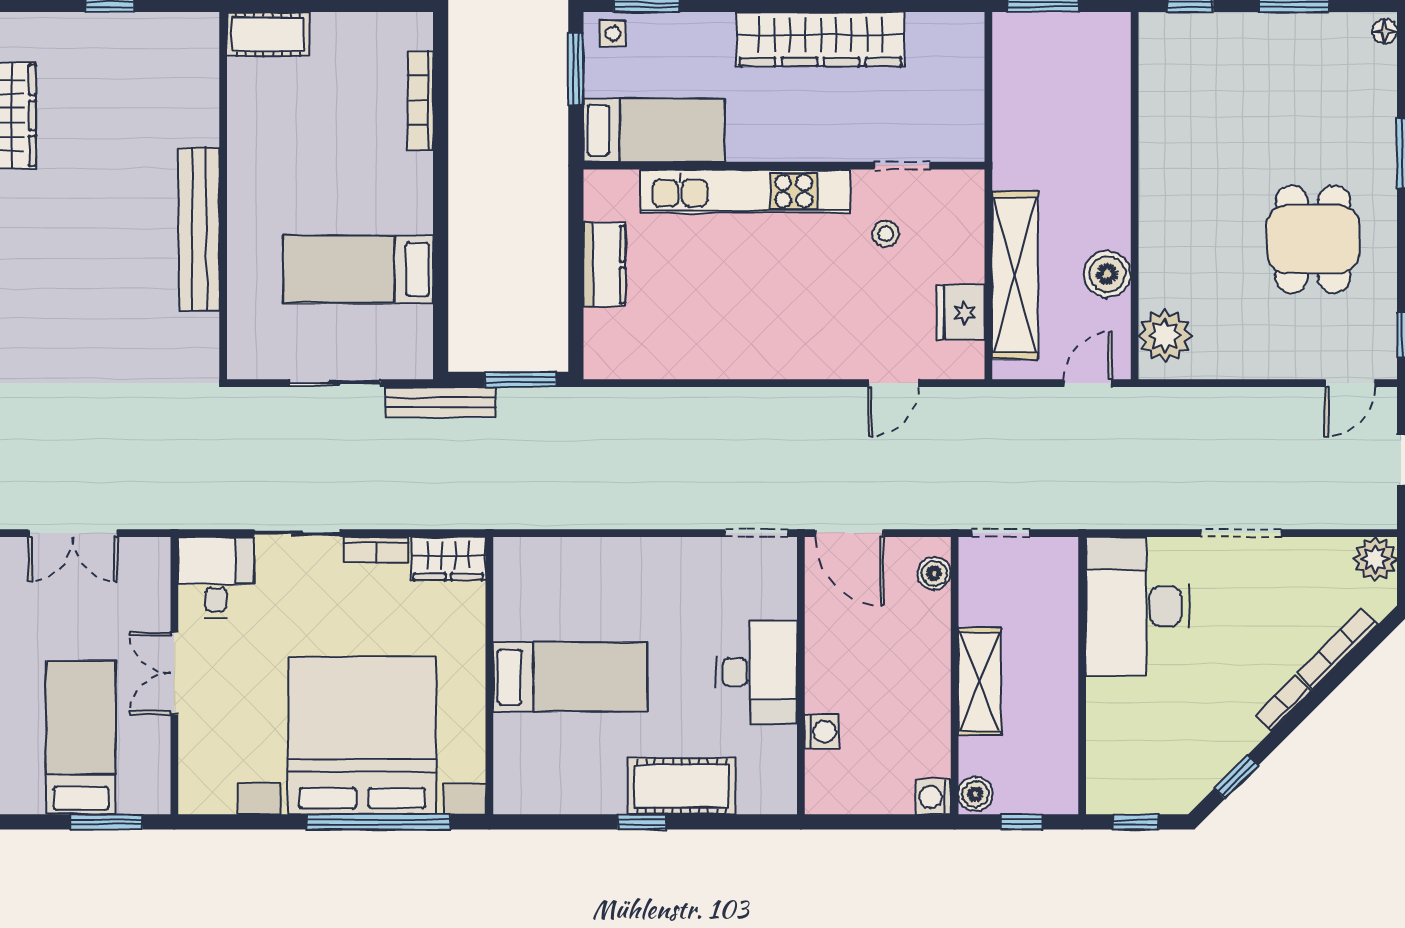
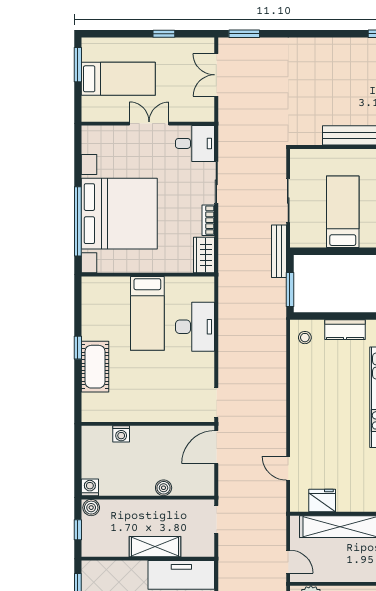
stool: (886, 234) -> (305, 338), moved
boiler: (1107, 274) -> (340, 571), removed
boiler: (934, 573) -> (164, 488), moved
desk: (757, 672) -> (195, 327), moved, turned -90
shelving: (980, 681) -> (155, 547), moved
window: (106, 822) -> (78, 65), moved

